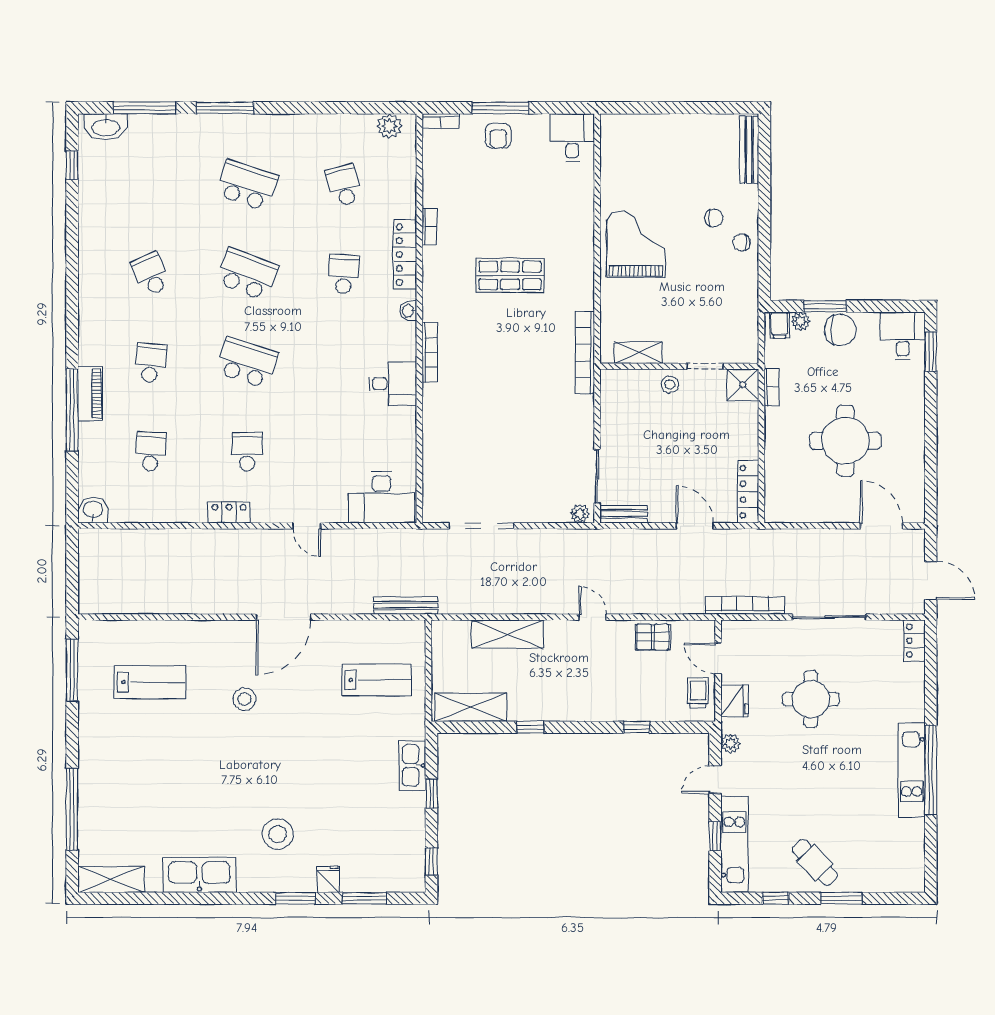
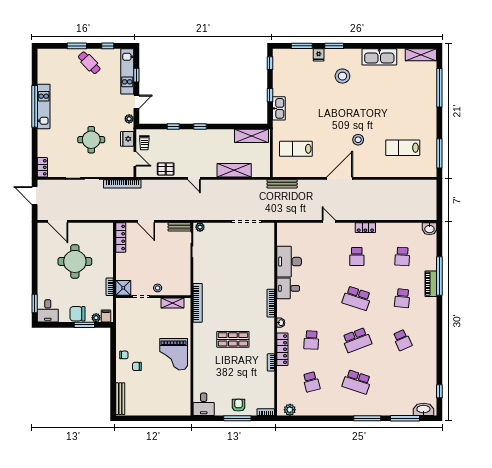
school desk: (247, 274) -> (357, 340), turned -42
desk: (381, 497) -> (289, 262), moved, turned -90
window: (531, 727) -> (200, 126), moved

